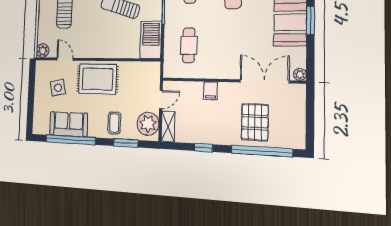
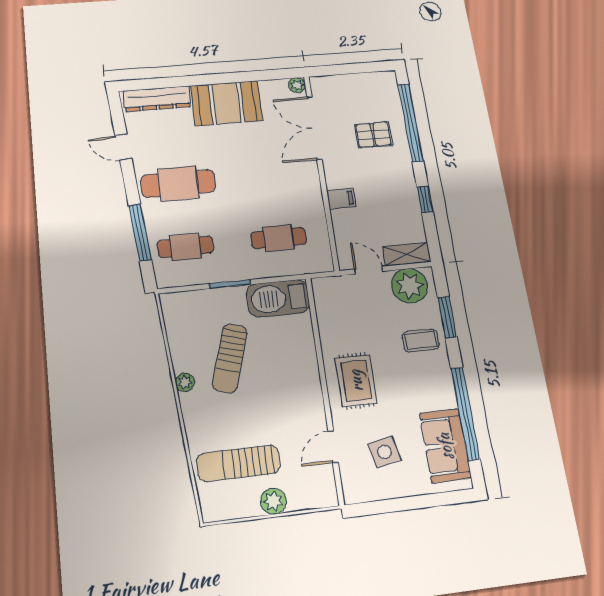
window: (310, 20) -> (221, 78), removed
plant: (42, 51) -> (273, 501), moved
rug: (97, 79) -> (356, 381), width x0.73, depth x0.70
pallet: (255, 122) -> (373, 135), width x0.67, depth x0.71
sofa: (69, 124) -> (445, 446), moved

